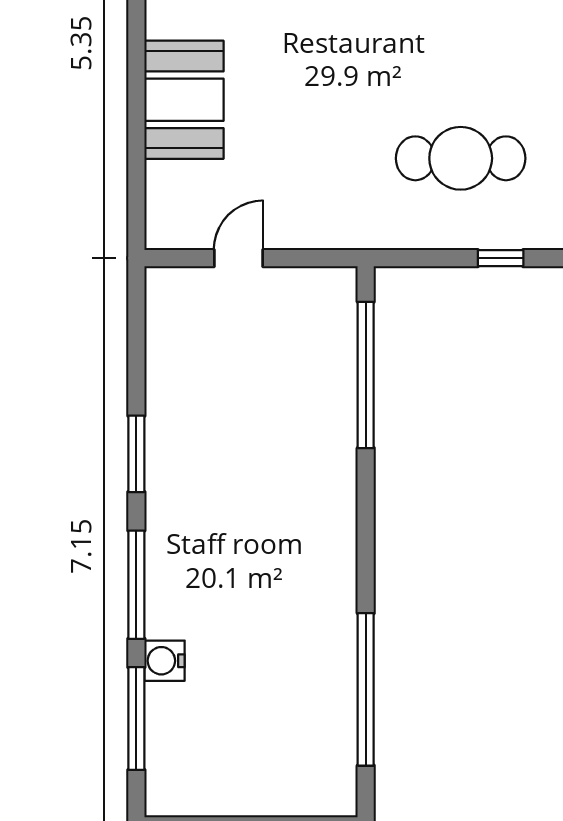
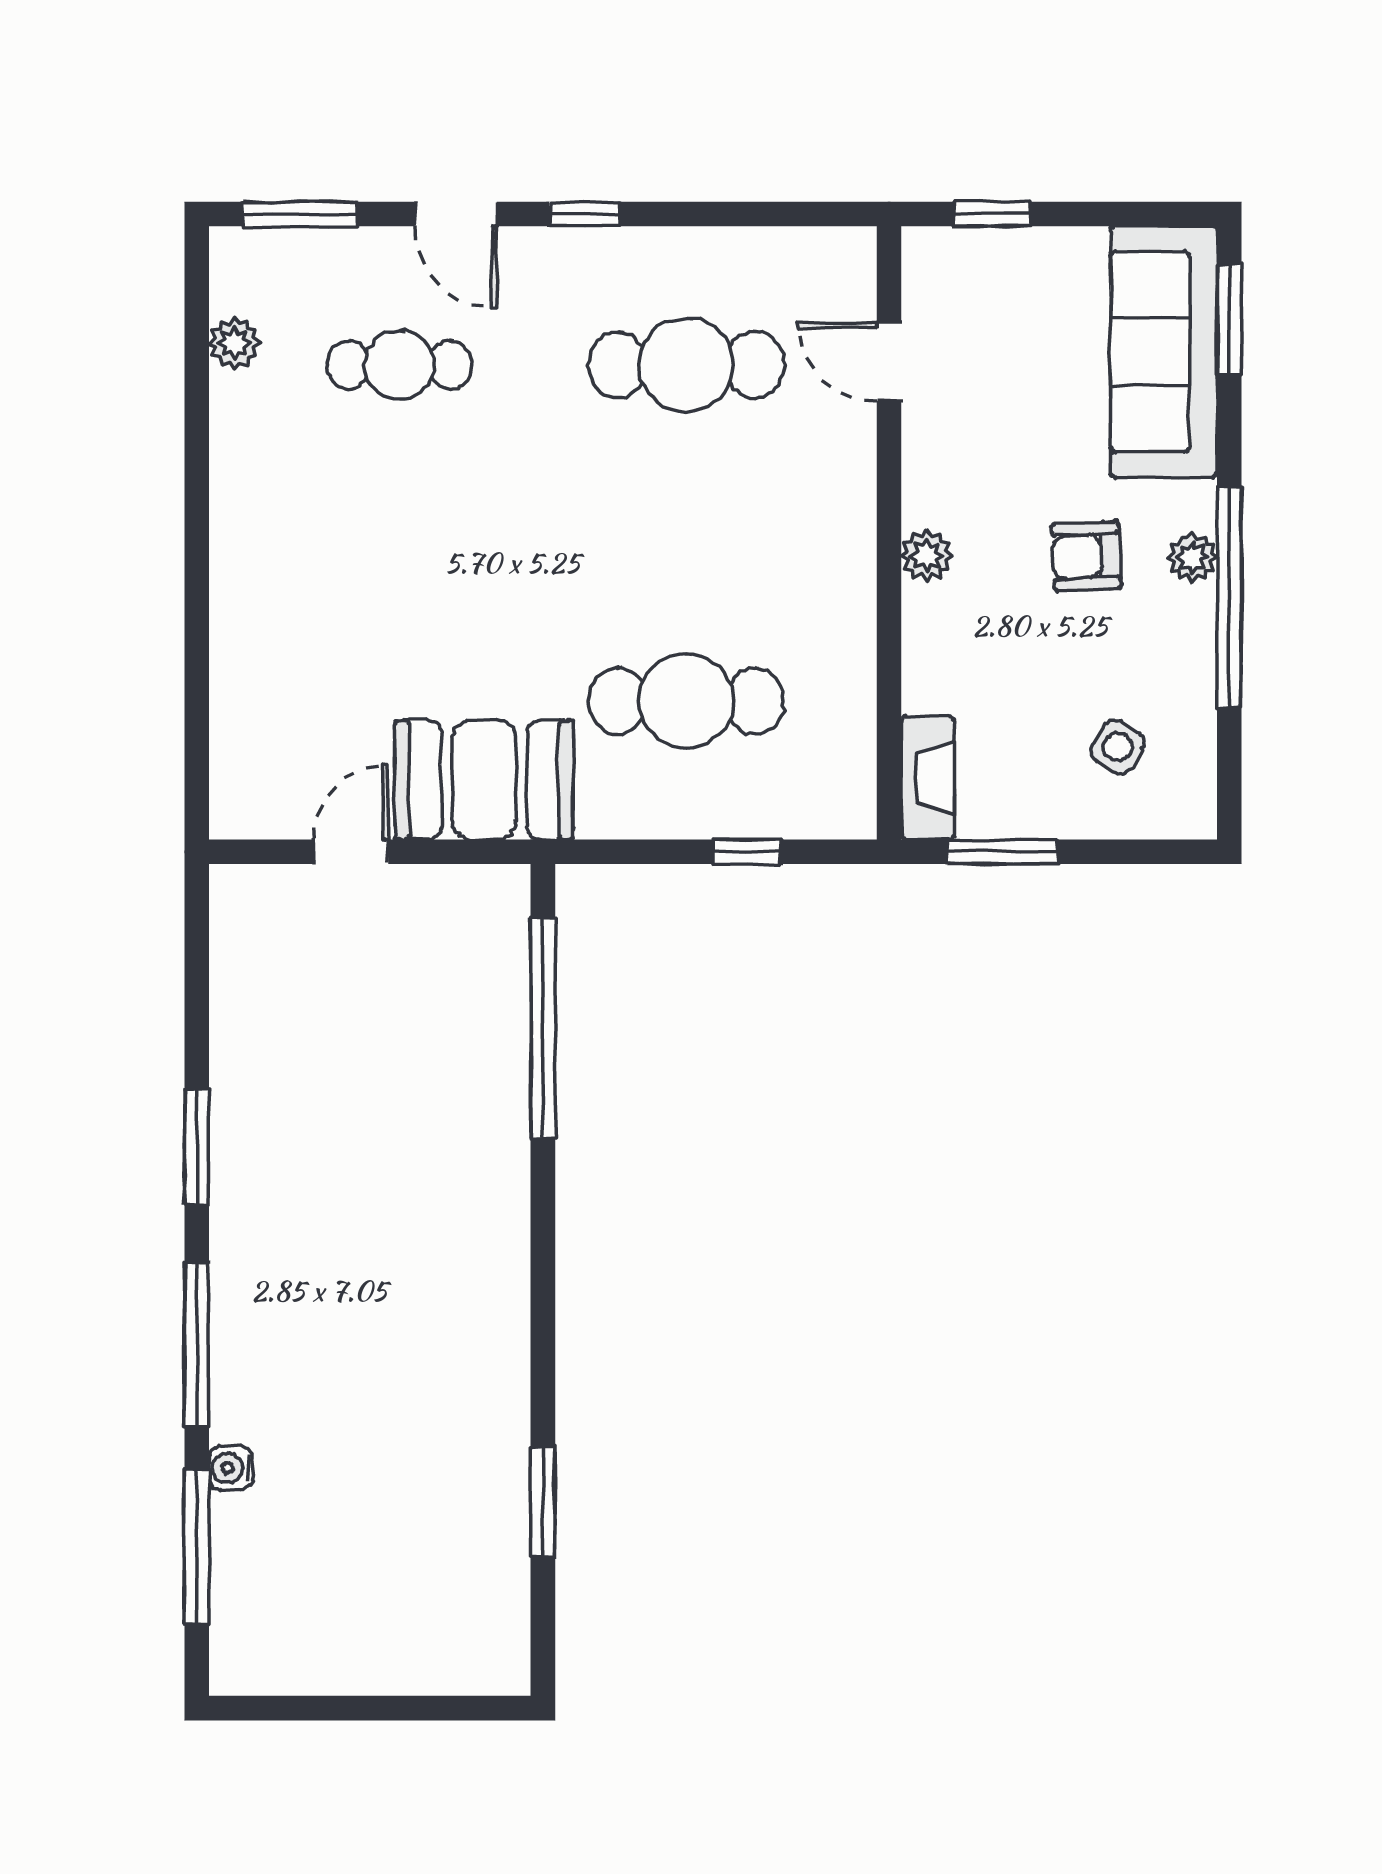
booth: (184, 100) -> (484, 780), moved, turned 90
water cooler: (165, 661) -> (231, 1468), width x0.72, depth x0.72
window: (366, 689) -> (543, 1503), width x0.47

